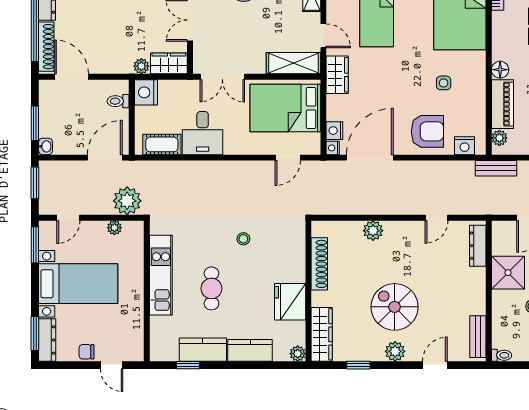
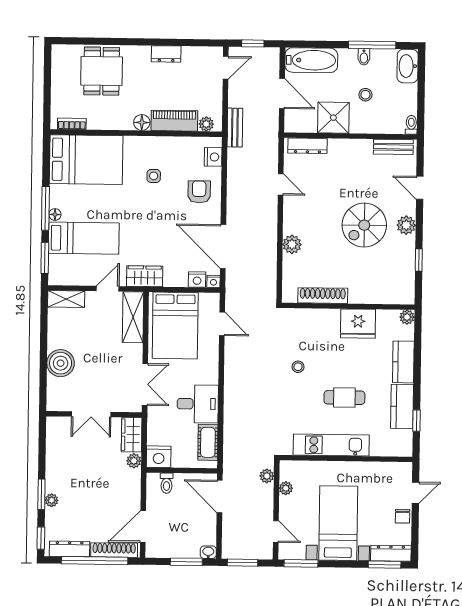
armchair: (427, 131) -> (199, 192), width x0.72, depth x0.72
plant: (127, 201) -> (267, 476), width x0.53, depth x0.53
wardrobe: (322, 334) -> (389, 294), removed

